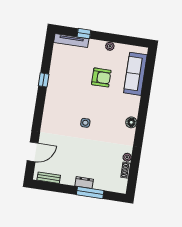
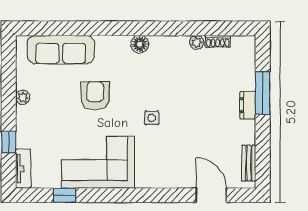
tv unit: (71, 41) -> (23, 169), width x0.71
armchair: (101, 77) -> (95, 96), moved
window: (44, 80) -> (65, 195), moved
corner sofa: (63, 86) -> (98, 162), added

